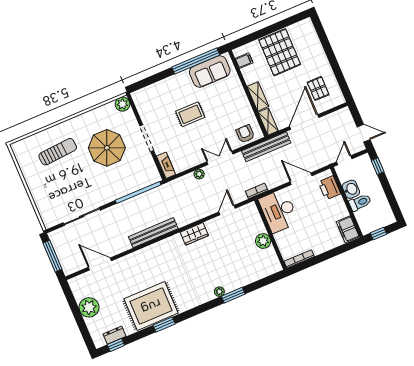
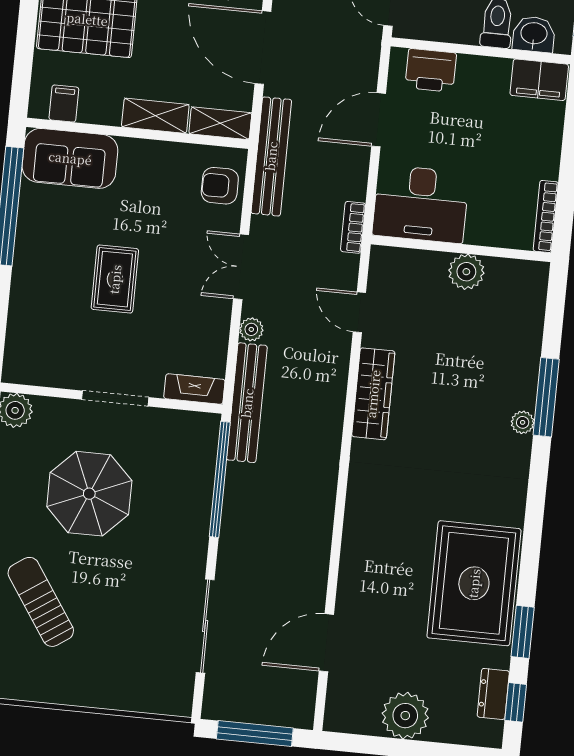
sofa: (210, 71) -> (70, 158), moved, turned 90
sun lounger: (58, 152) -> (41, 602), turned -30
washbasin: (351, 189) -> (534, 34), moved
bench: (153, 233) -> (247, 403), moved
wardrobe: (194, 234) -> (373, 394), width x1.50
window: (233, 295) -> (546, 397), width x1.44
window: (164, 324) -> (523, 632), moved

